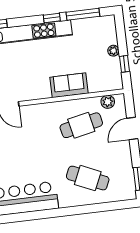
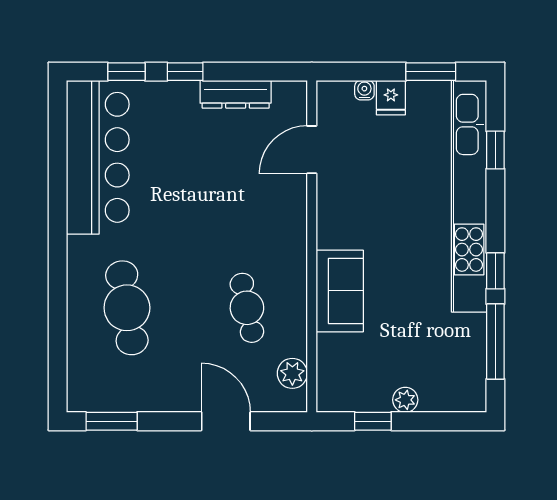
cafe table: (81, 125) -> (247, 308), width x0.73, depth x0.74
cafe table: (88, 178) -> (127, 308), turned -33

